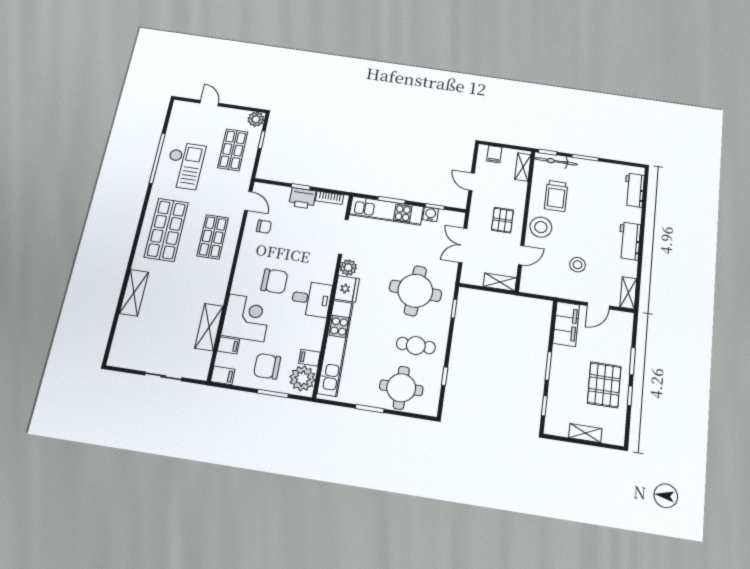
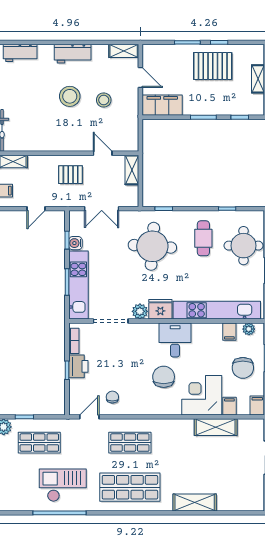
trolley: (556, 196) -> (38, 127), removed
stool: (541, 227) -> (70, 96), moved
plant: (302, 378) -> (249, 329), width x0.53, depth x0.53

